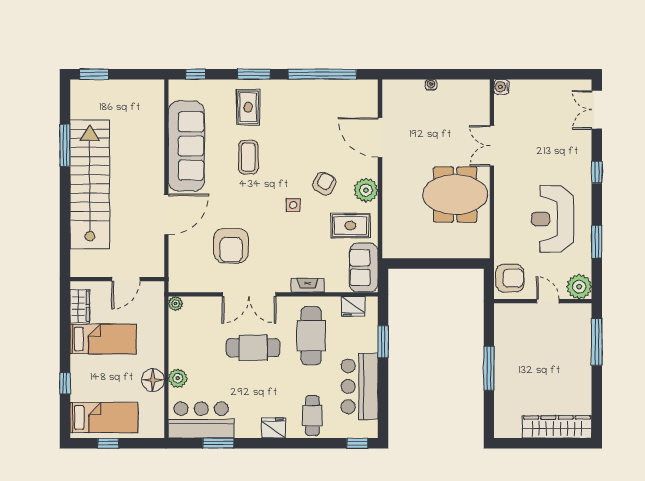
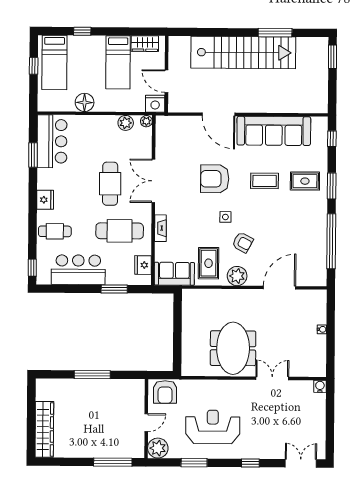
armchair: (231, 246) -> (215, 179), moved
nightstand: (154, 293) -> (155, 104), added
plant: (178, 378) -> (126, 123), moved

